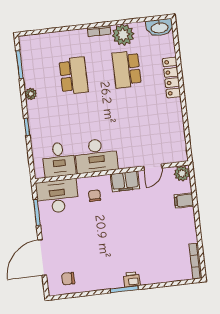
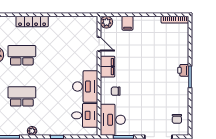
school desk: (127, 69) -> (22, 55), turned 180

